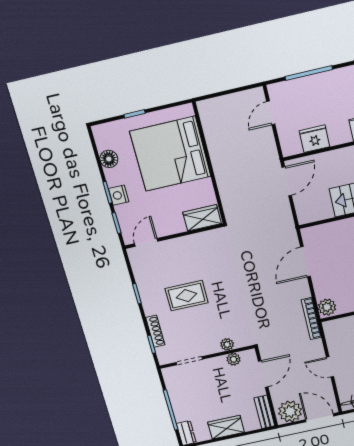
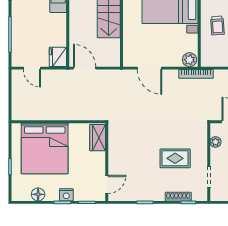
fridge: (314, 139) -> (58, 57), moved
door: (146, 242) -> (107, 184), swing flipped
rug: (187, 296) -> (175, 158), moved, turned 90
plant: (227, 344) -> (202, 144), removed

